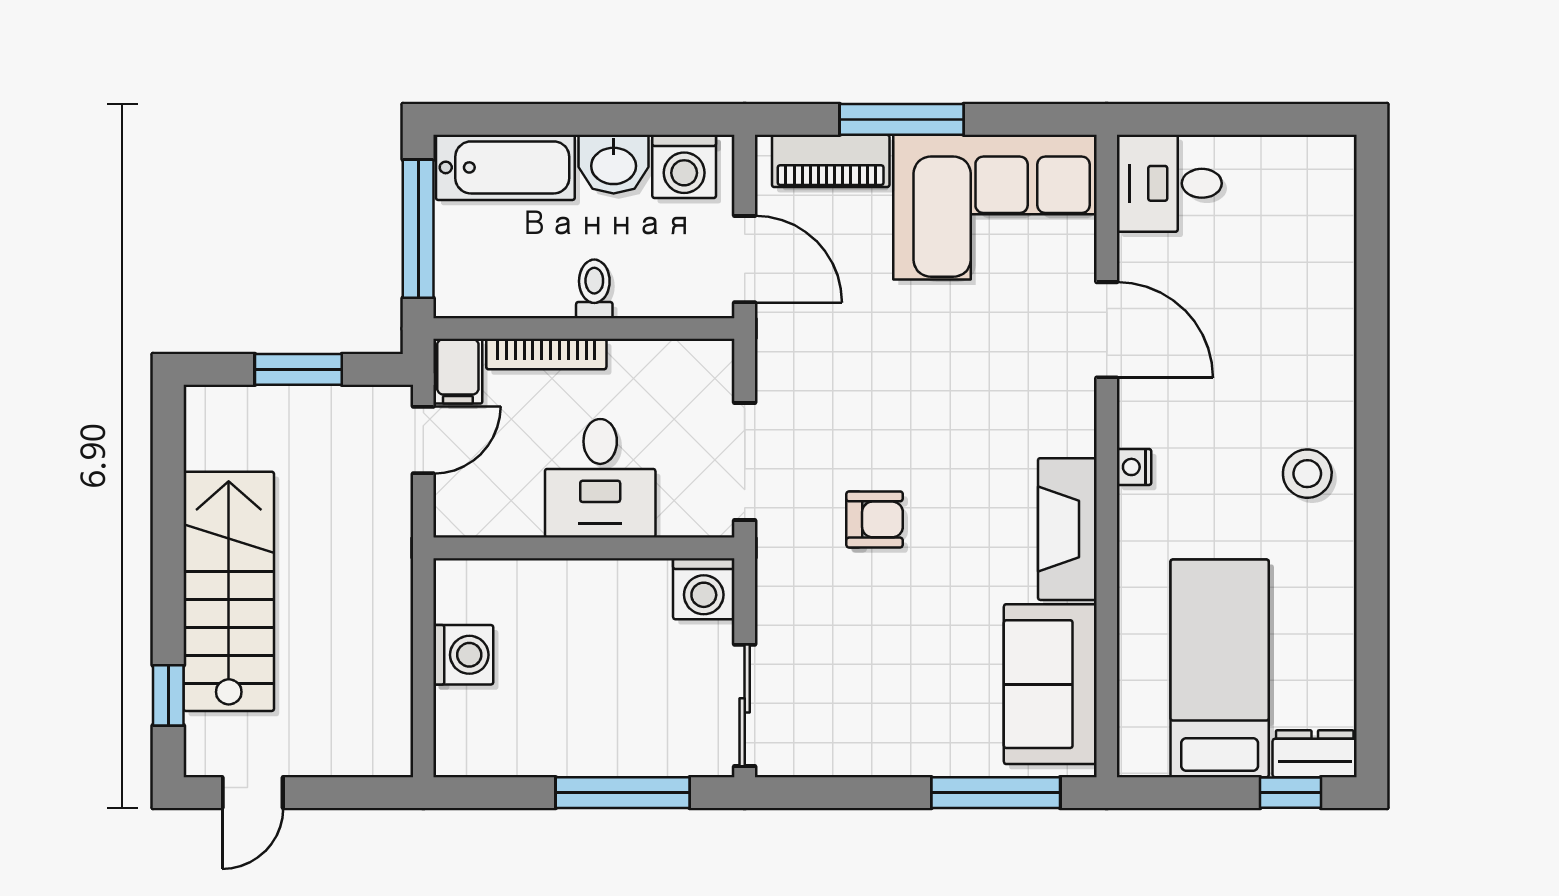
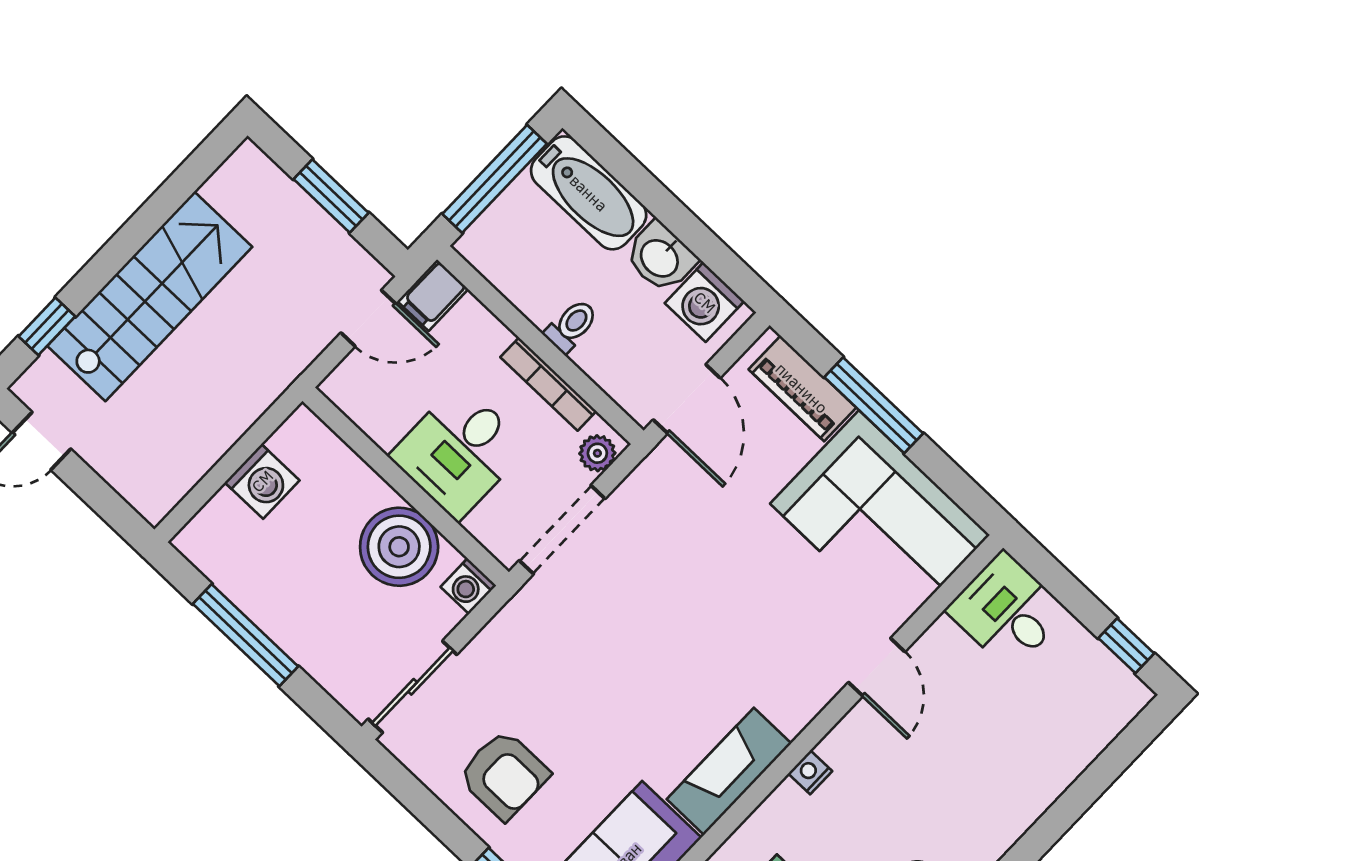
window: (1293, 119) -> (1126, 646), added
door: (1107, 330) -> (877, 667), width x0.73
bookcase: (546, 354) -> (548, 384), moved
plant: (714, 372) -> (597, 453), added
armchair: (875, 519) -> (504, 775), moved, width x1.38, depth x1.38
washing machine: (704, 589) -> (468, 586), width x0.73, depth x0.73
boiler: (625, 602) -> (399, 547), added
window: (623, 793) -> (245, 635), moved

